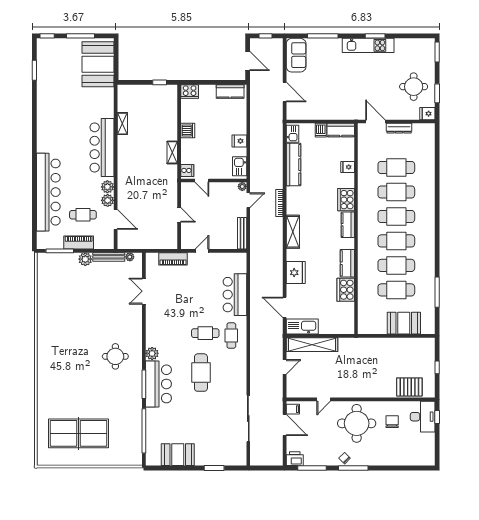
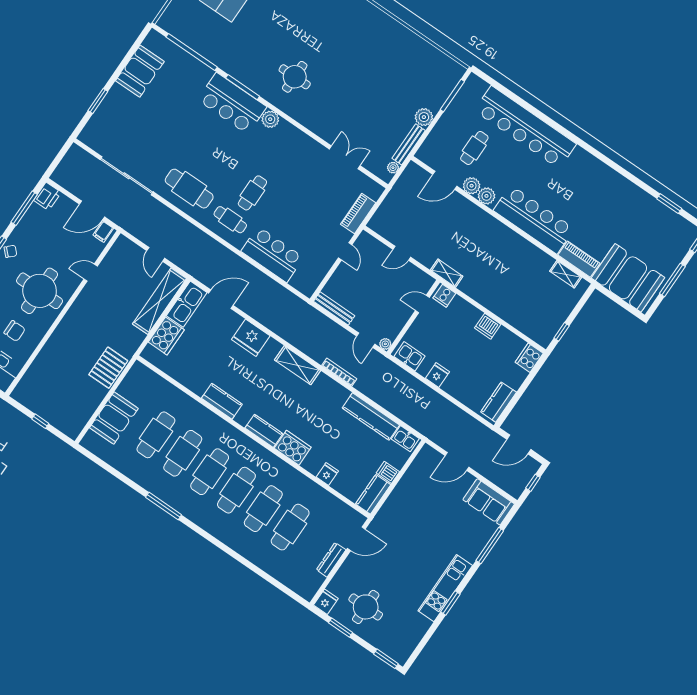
shelving: (122, 124) -> (566, 274), moved
shelving: (172, 152) -> (447, 273), moved
piano: (79, 243) -> (579, 259), moved, turned -90
cooker: (346, 290) -> (166, 336), moved, turned 90
window: (437, 292) -> (164, 506), moved
cafe table: (201, 373) -> (189, 189), moved
pallet: (409, 387) -> (108, 368), moved
door: (324, 399) -> (91, 273), hinge flipped

